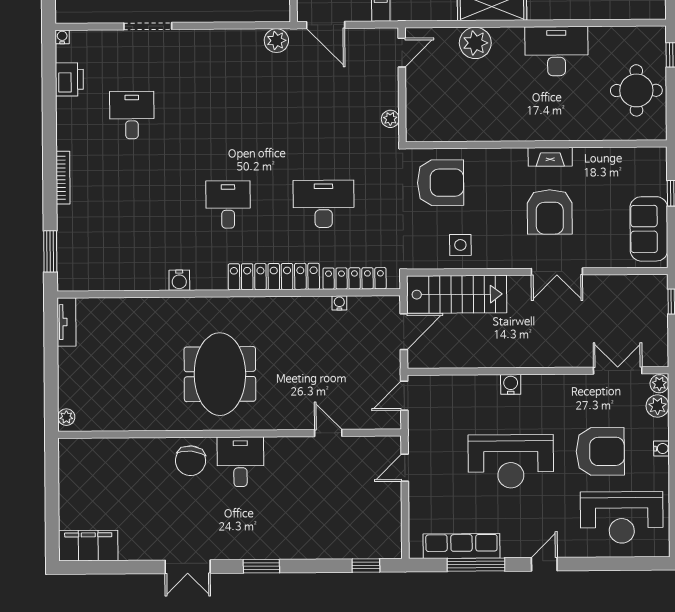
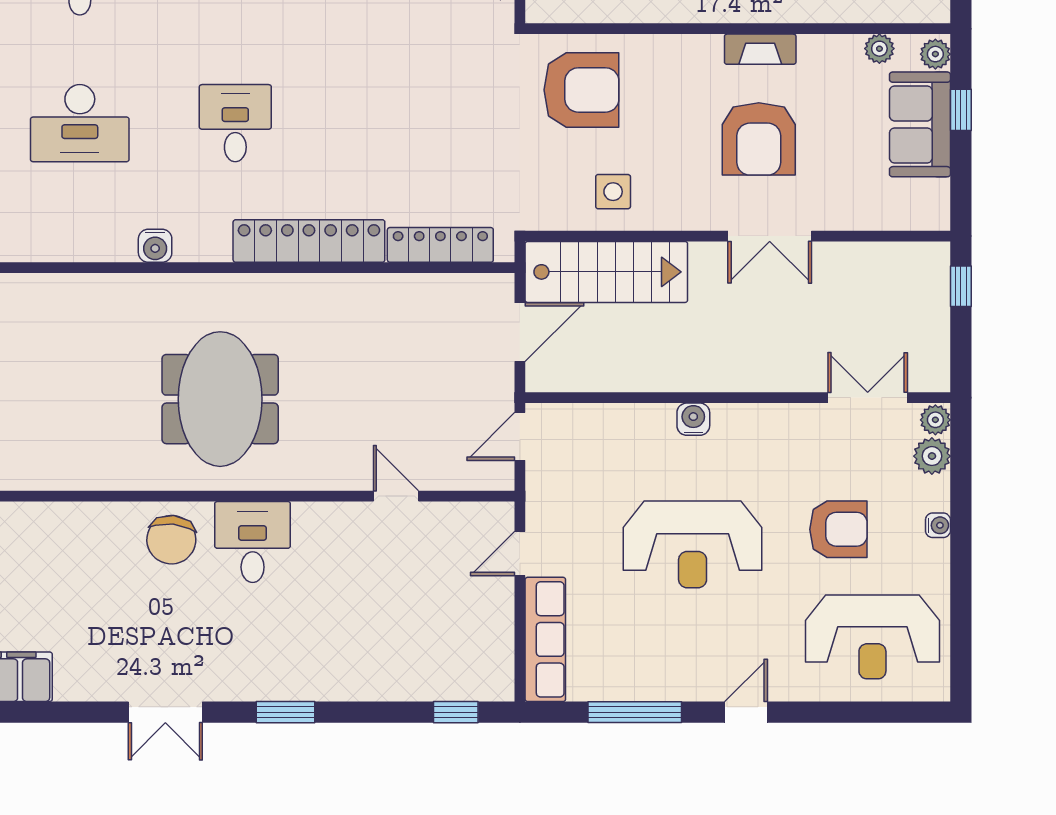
plant: (623, 156) -> (879, 49), added
plant: (658, 159) -> (935, 54), added
desk: (324, 204) -> (80, 123), moved, turned 180
sofa: (649, 229) -> (920, 124), moved
water cooler: (339, 303) -> (415, 285), removed
armchair: (600, 451) -> (838, 529), width x0.73, depth x0.73
row of seats: (461, 546) -> (545, 639), moved, turned 90

